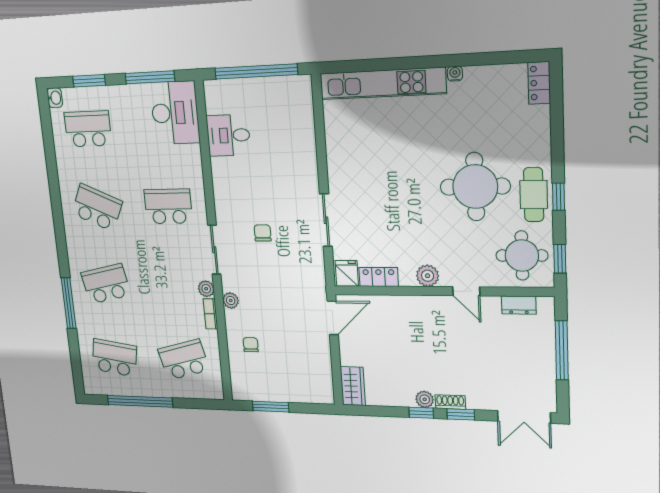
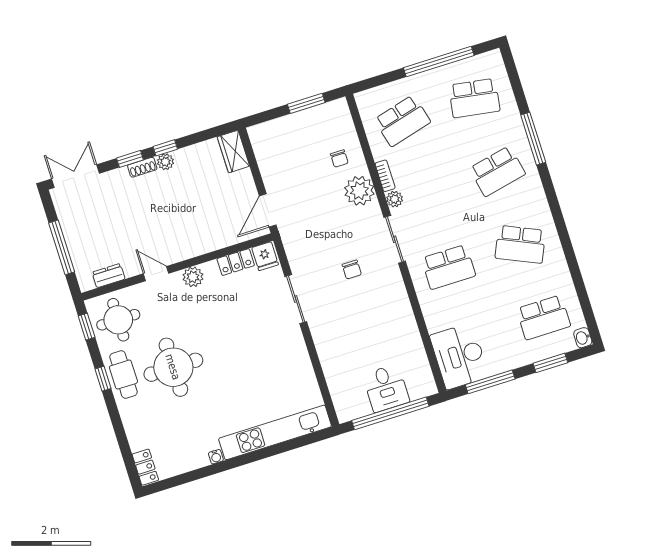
desk: (228, 135) -> (386, 388), moved, turned 90
plant: (231, 301) -> (359, 191), width x1.88, depth x1.88

